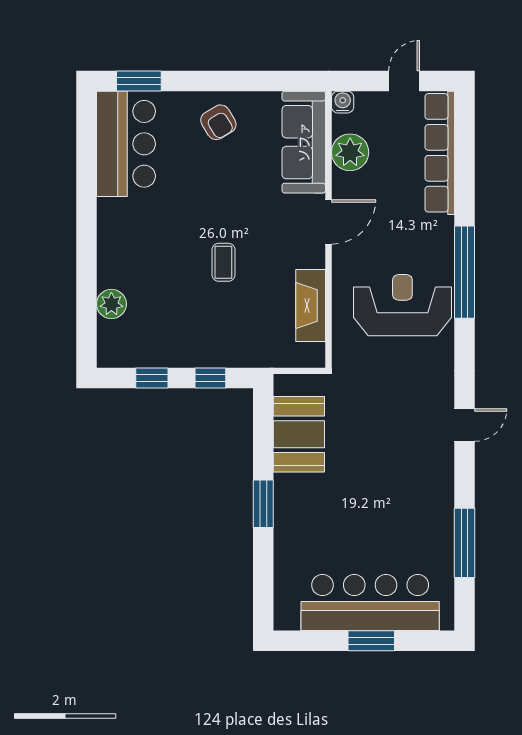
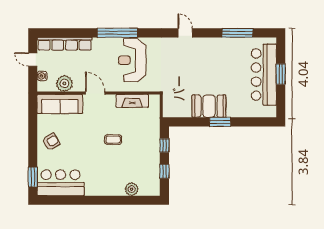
water cooler: (343, 102) -> (42, 76), moved
booth: (299, 434) -> (209, 106), moved

